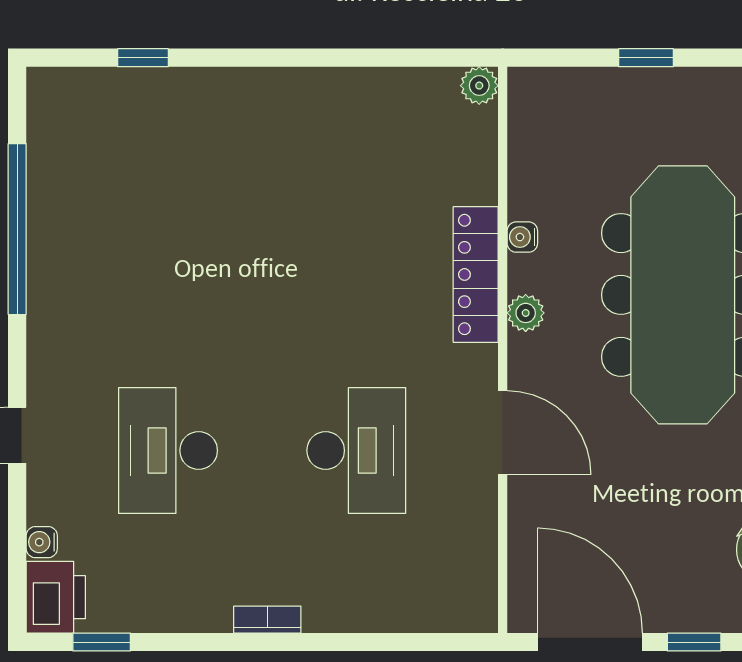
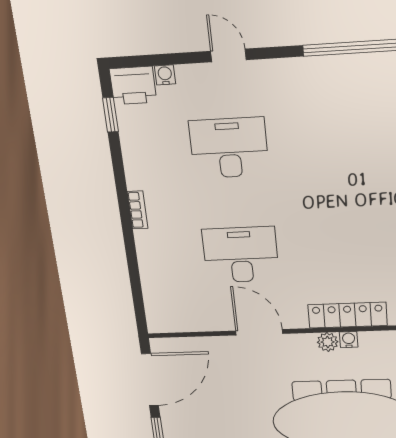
water cooler: (522, 237) -> (349, 340), moved
door: (503, 433) -> (259, 332), swing flipped
desk: (356, 450) -> (241, 255), turned 180

